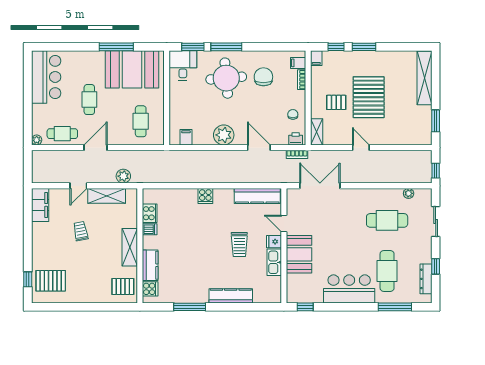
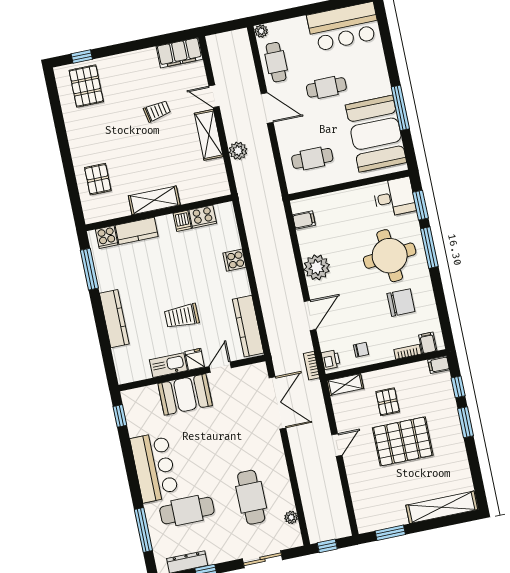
cooker: (150, 213) -> (203, 217), moved
dishwasher: (150, 229) -> (182, 221), moved
wall: (140, 246) -> (159, 213), moved
shelving: (130, 247) -> (154, 200), moved
kitchen counter: (150, 265) -> (137, 231), moved
cooker: (150, 289) -> (107, 237), moved

